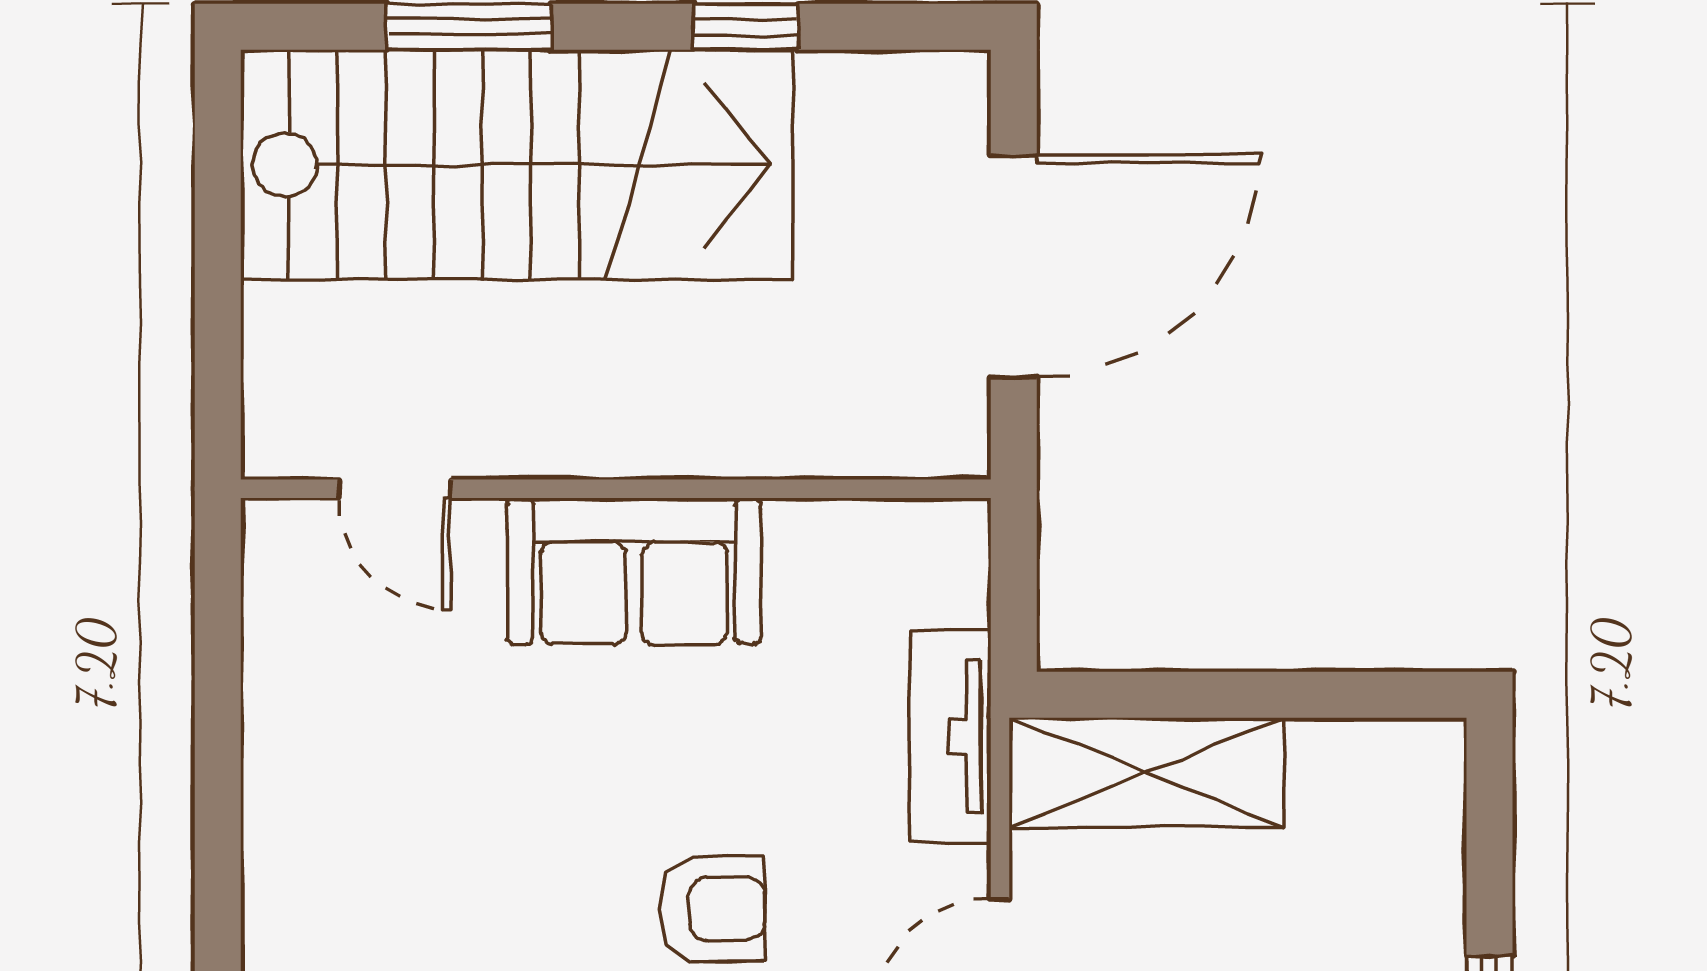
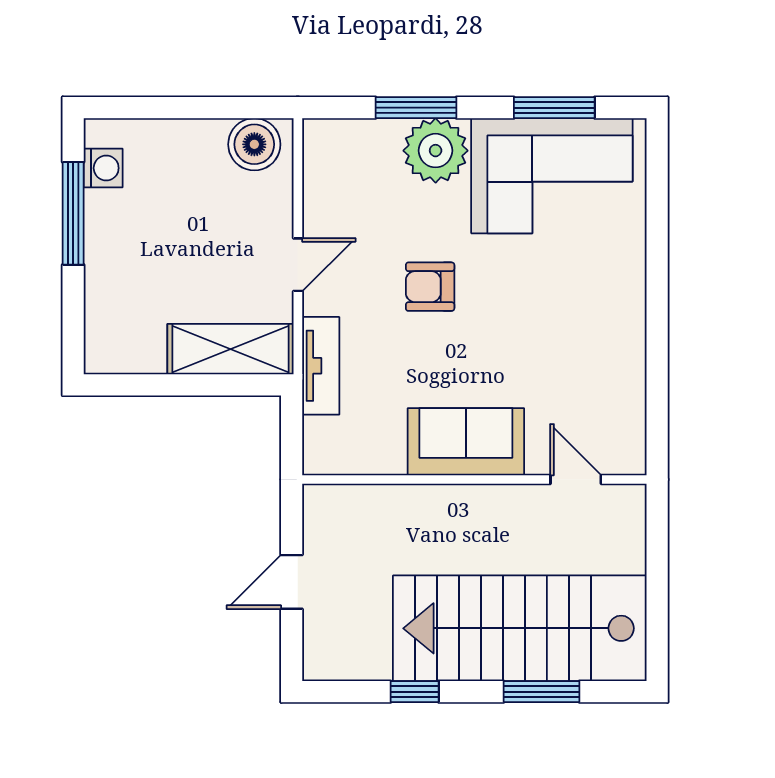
door: (1014, 266) -> (292, 582), width x0.53

